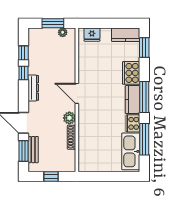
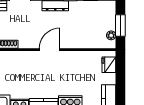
plant: (69, 118) -> (25, 42), removed

